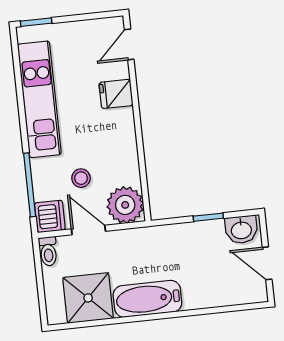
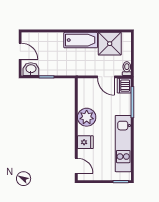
door: (129, 44) -> (76, 166), hinge flipped
stool: (81, 178) -> (107, 103), removed
plant: (125, 205) -> (87, 117), moved

